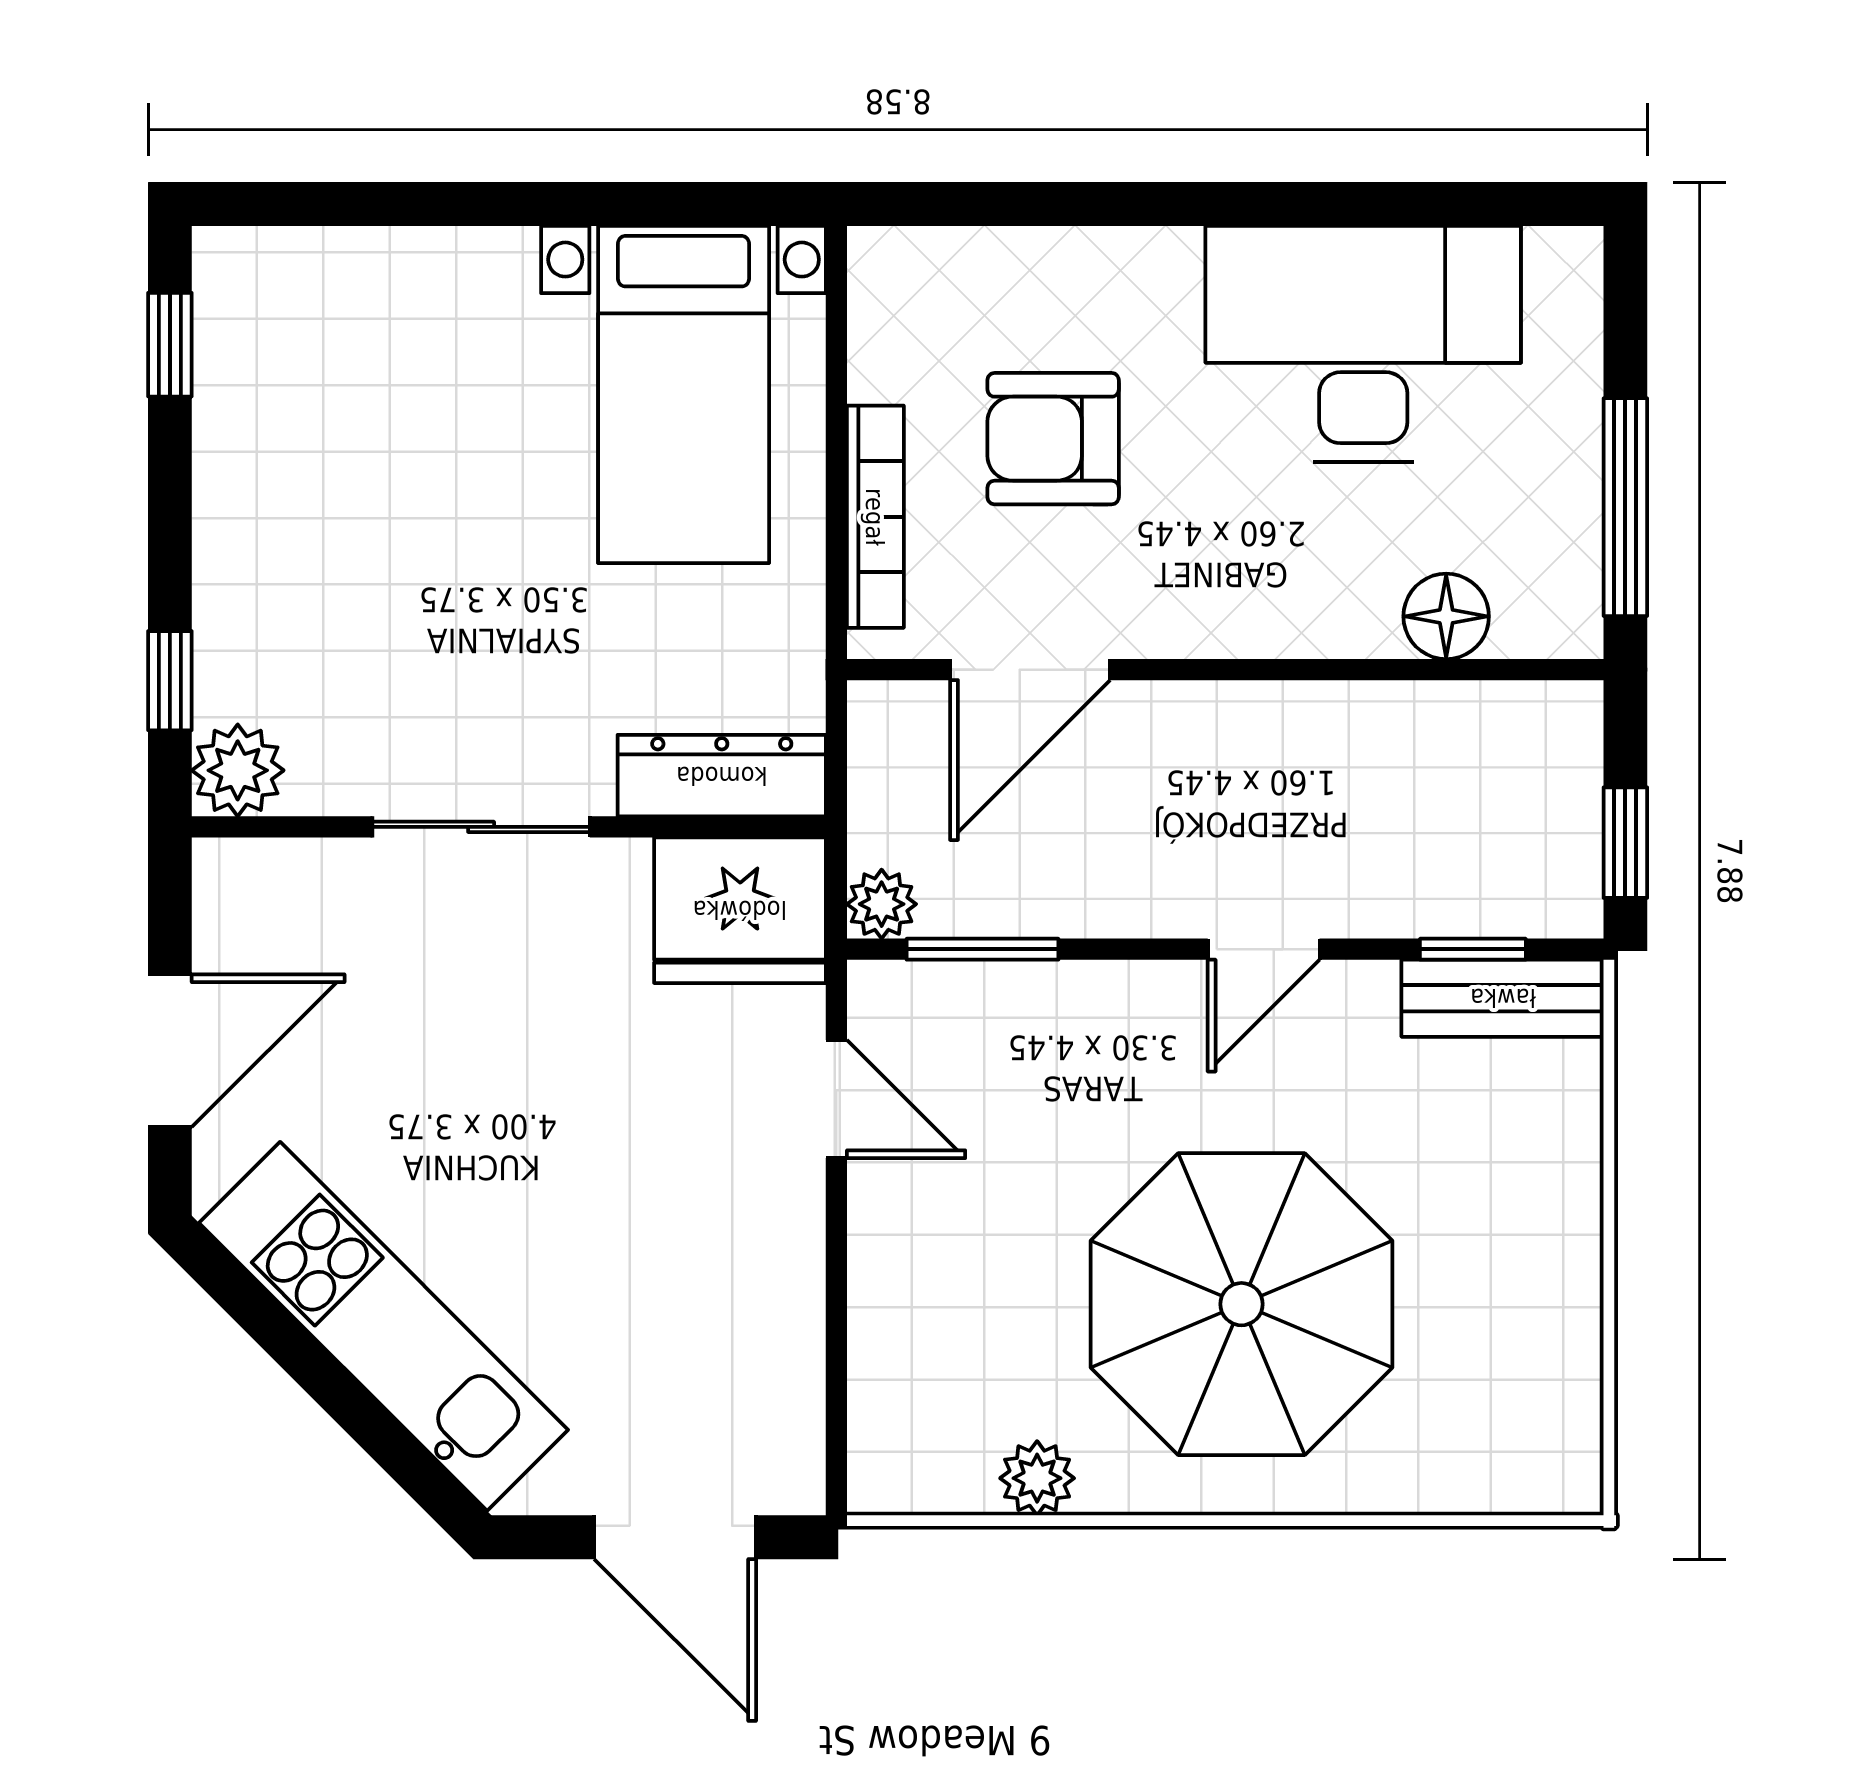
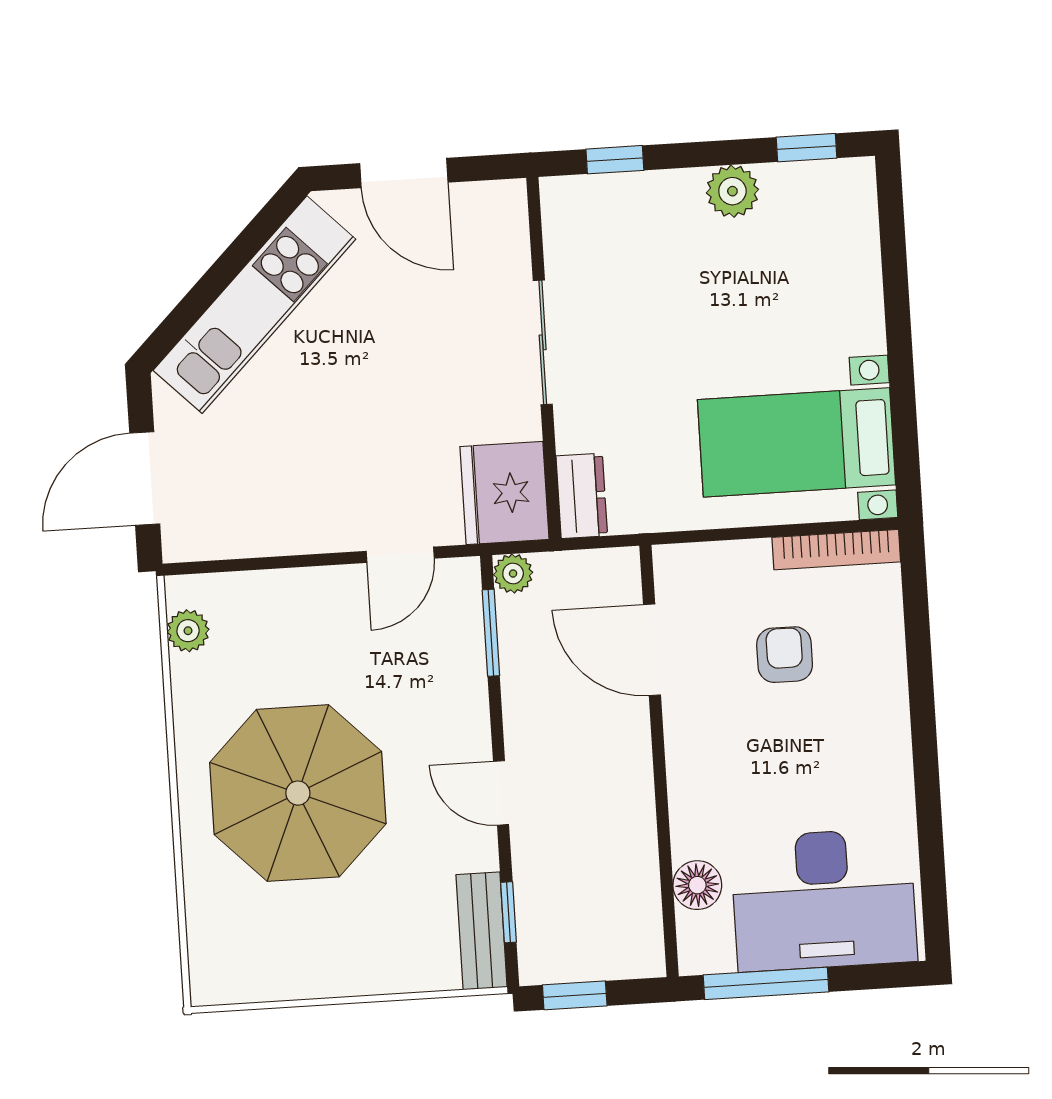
desk: (1363, 344) -> (824, 900), moved, turned 90
armchair: (1053, 439) -> (785, 655), width x0.72, depth x0.72
bookcase: (875, 517) -> (836, 550), moved
plant: (238, 770) -> (732, 191), moved
dresser: (722, 776) -> (582, 496), width x0.70
plant: (1037, 1478) -> (188, 631), moved

